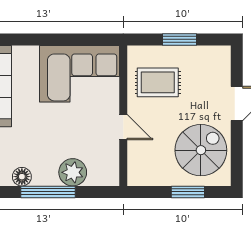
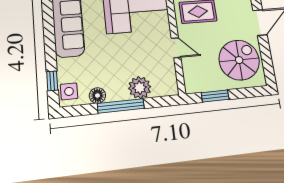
window: (188, 192) -> (215, 96), moved

